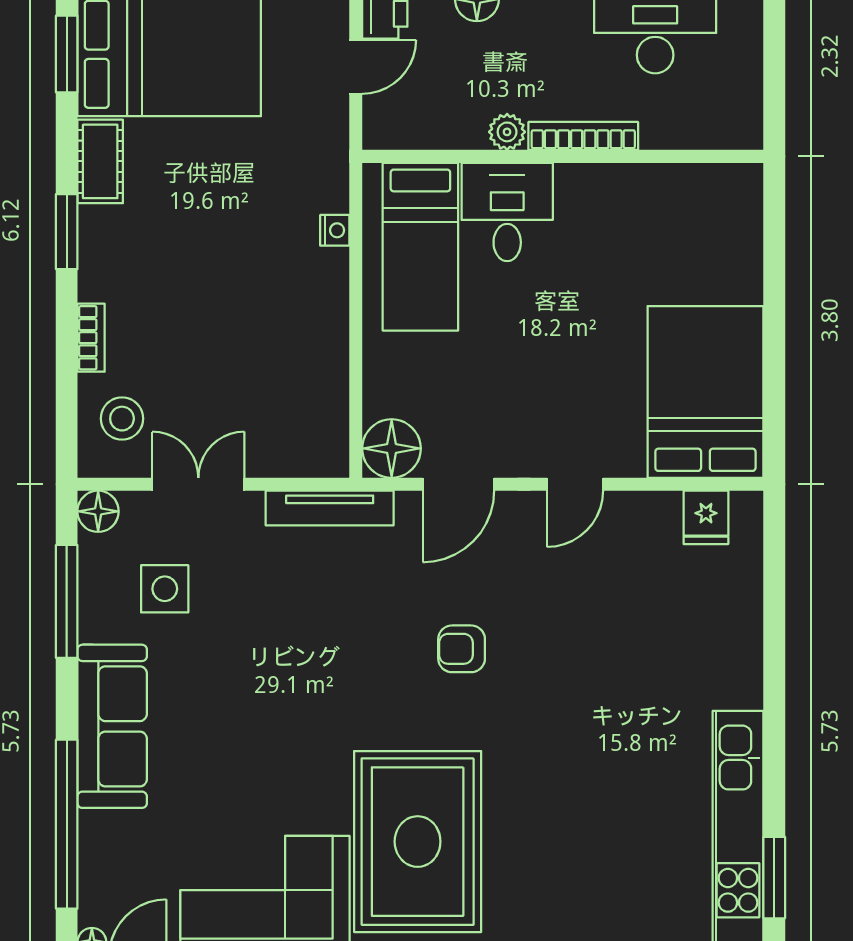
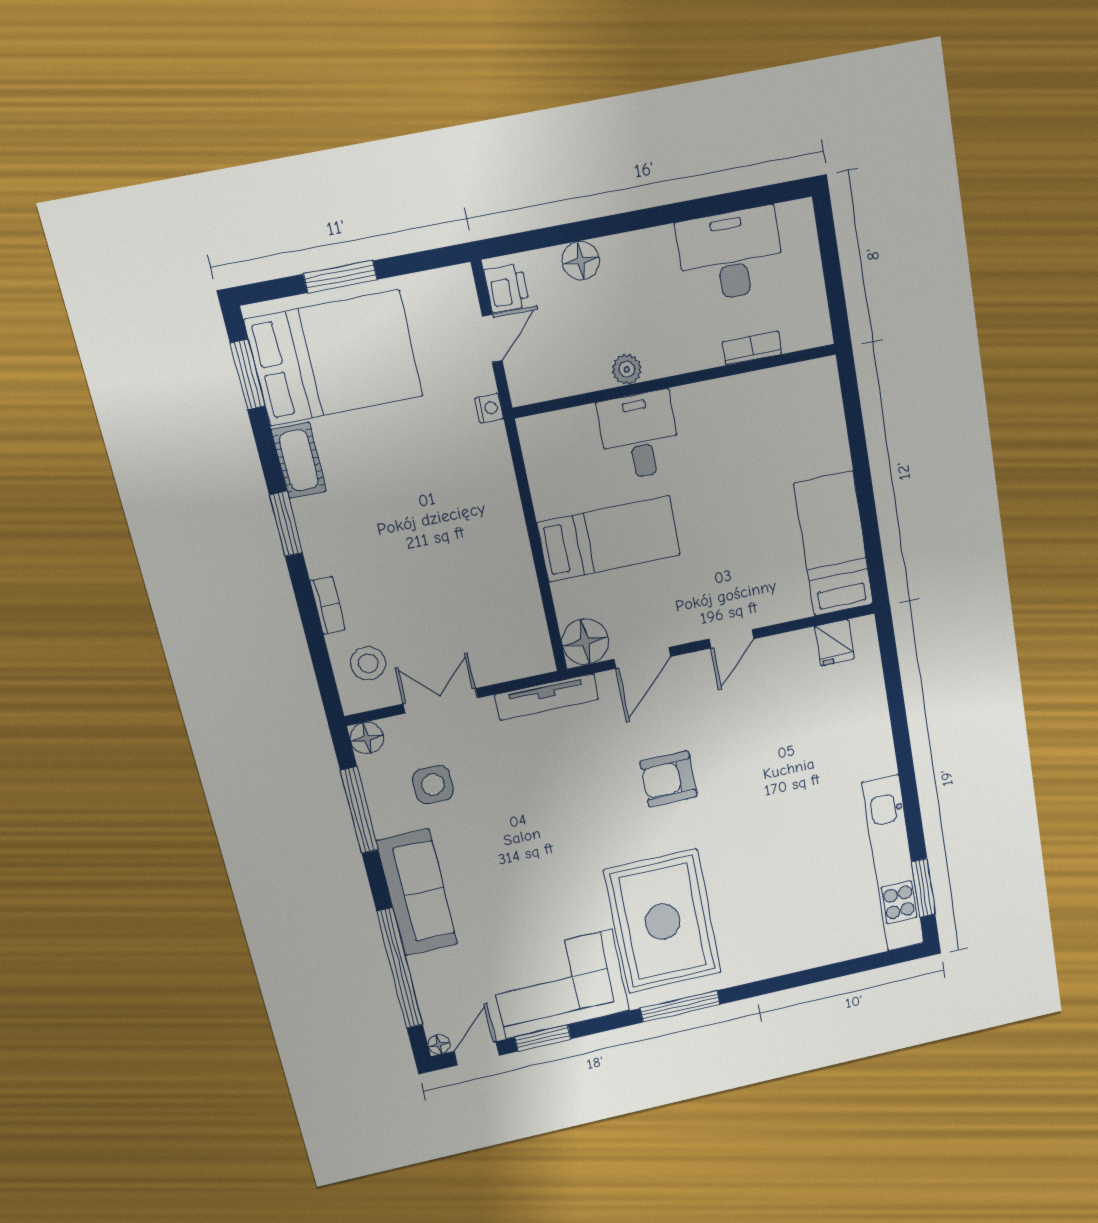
bookcase: (583, 136) -> (752, 348), moved, width x0.64
nightstand: (335, 230) -> (489, 408), moved
bed: (420, 247) -> (609, 539), moved, turned -90
bed: (705, 392) -> (834, 544), width x0.67
armchair: (462, 649) -> (668, 779), width x1.38, depth x1.38

